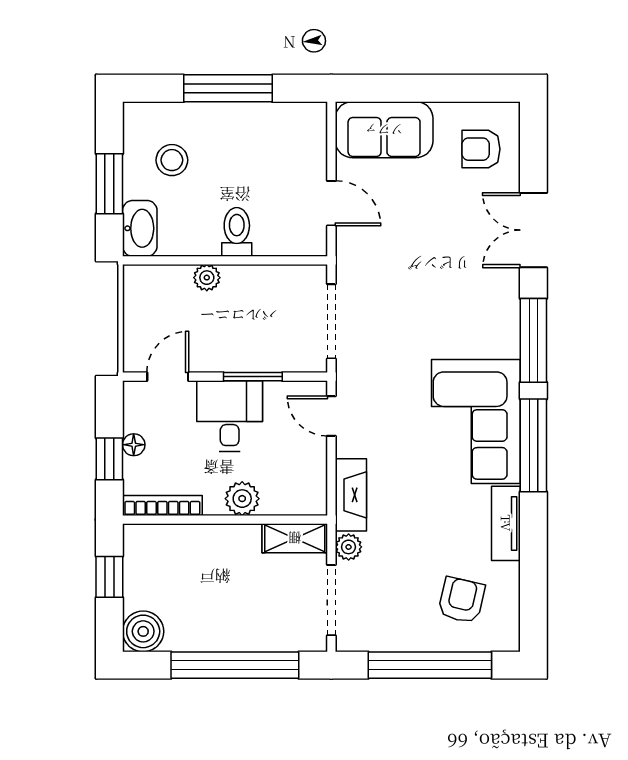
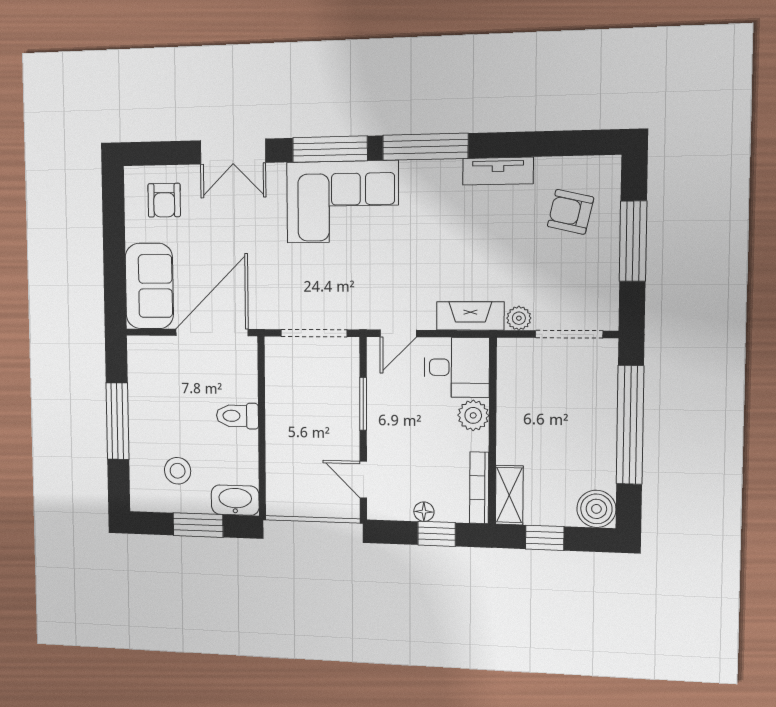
door: (331, 203) -> (212, 332), width x1.87
plant: (207, 278) -> (277, 443), removed
desk: (230, 416) -> (457, 367), moved, turned 180
corner sofa: (476, 421) -> (342, 202), moved
shelving: (295, 538) -> (509, 495), moved
window: (430, 665) -> (633, 241), width x0.68

